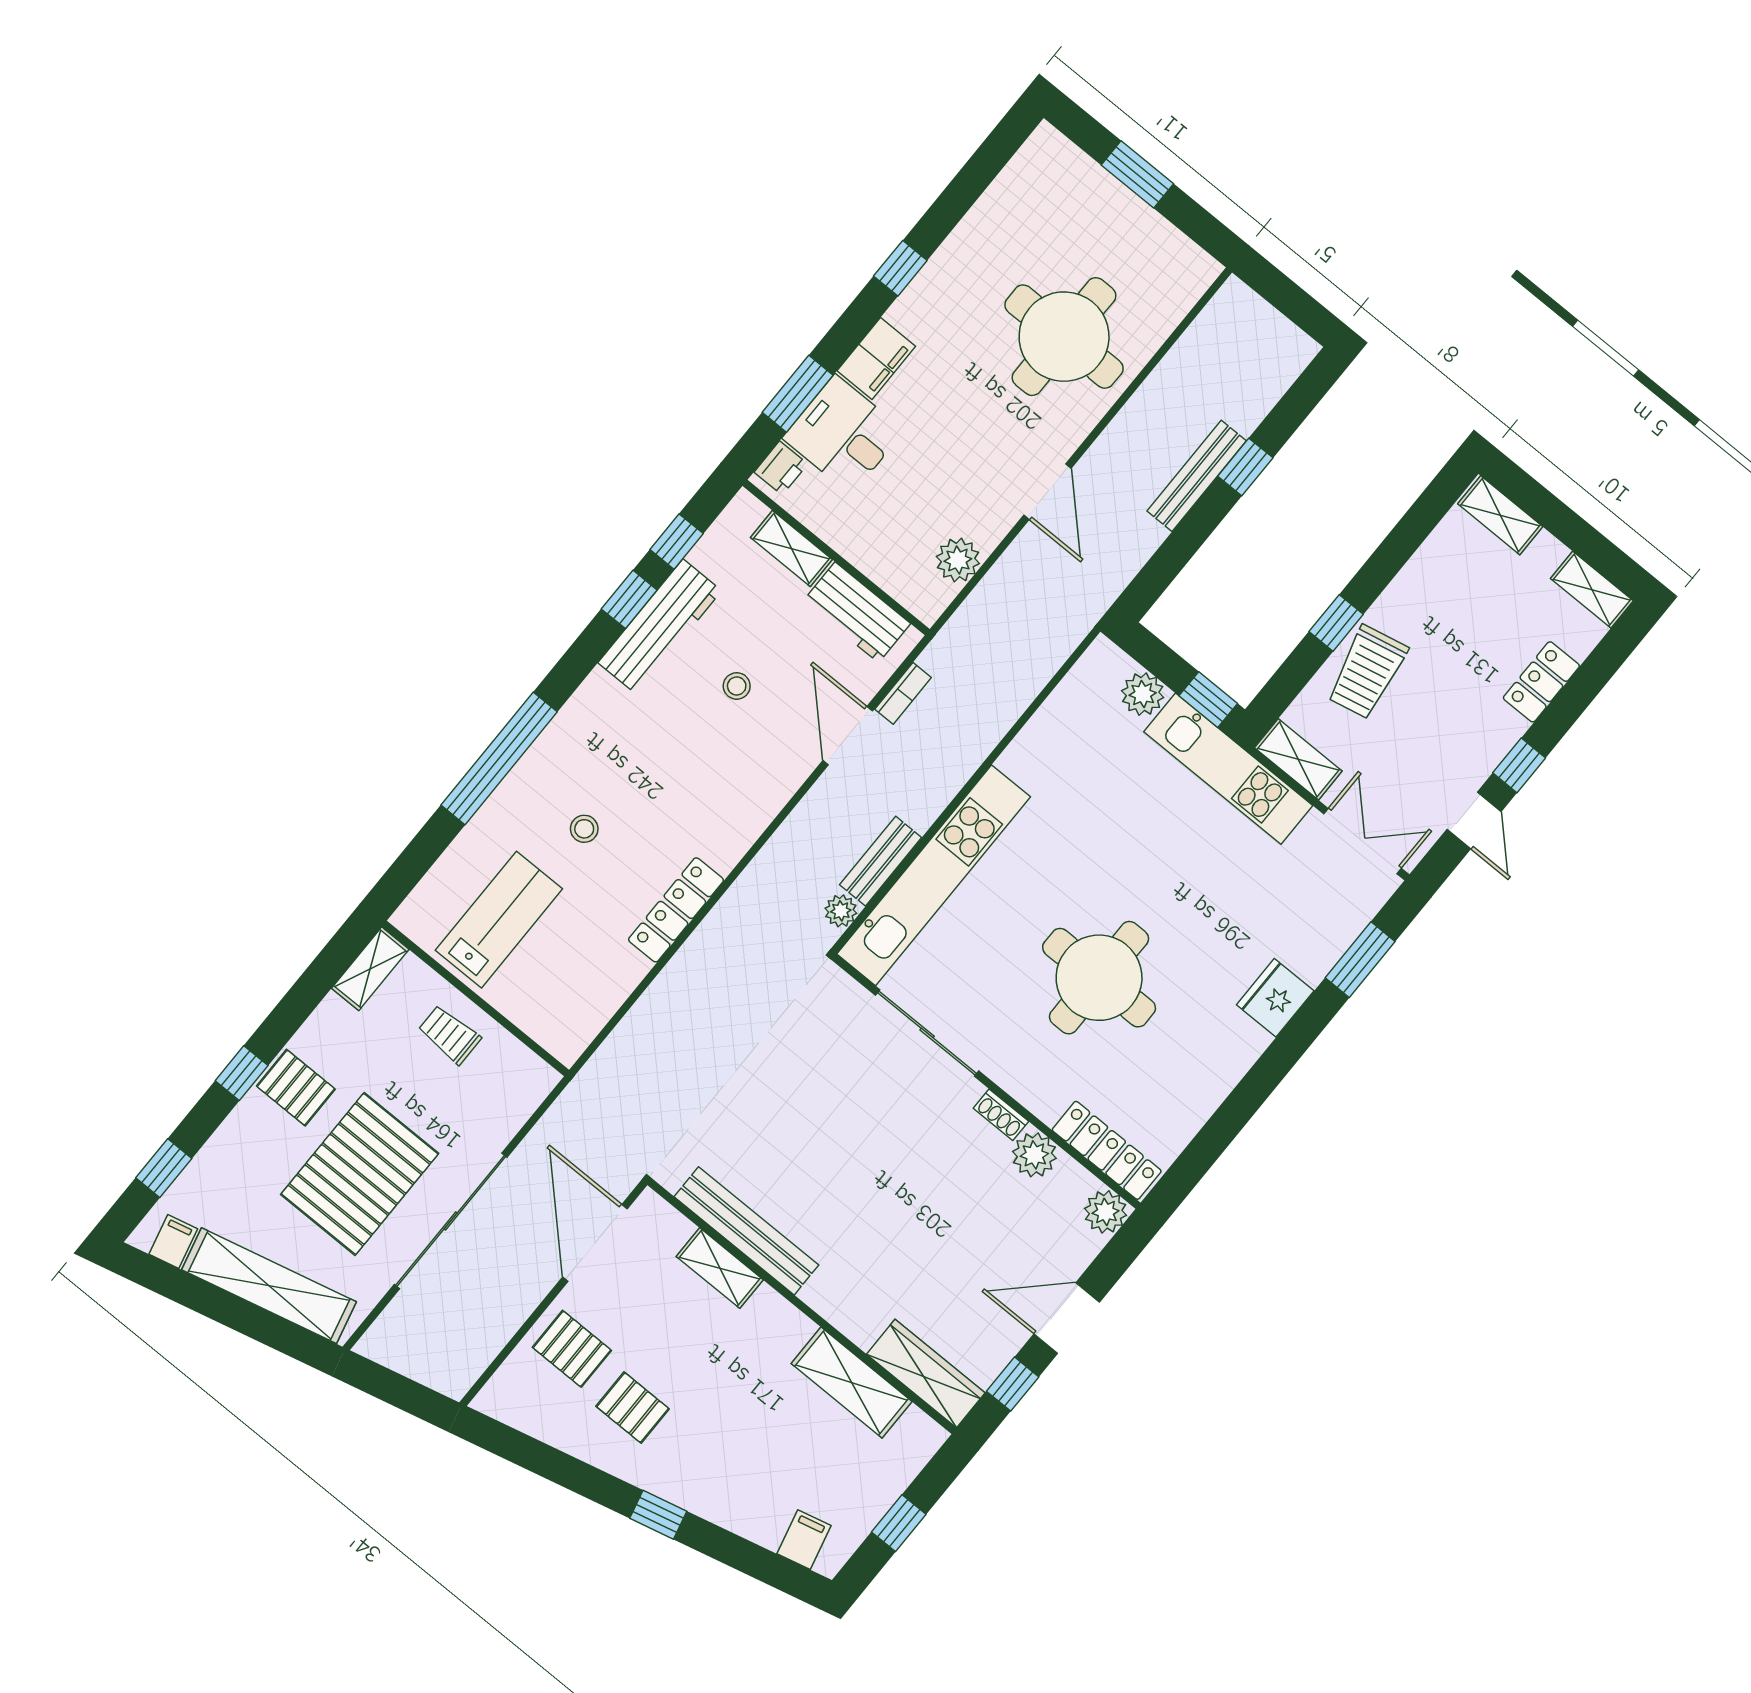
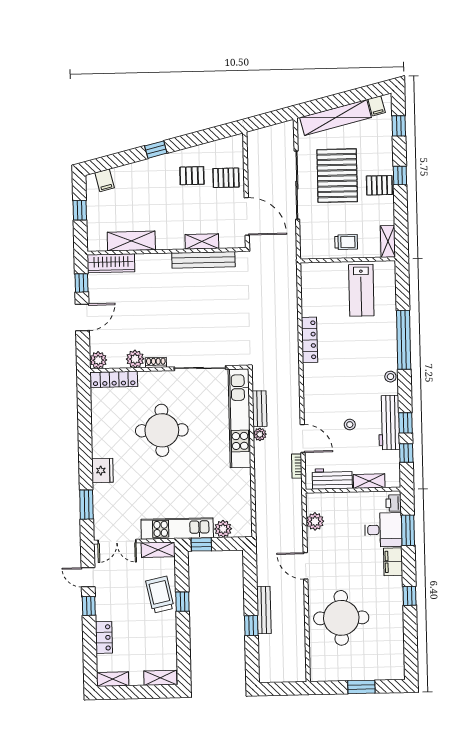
stool: (584, 829) -> (390, 377), moved
plant: (841, 911) -> (260, 434), moved

